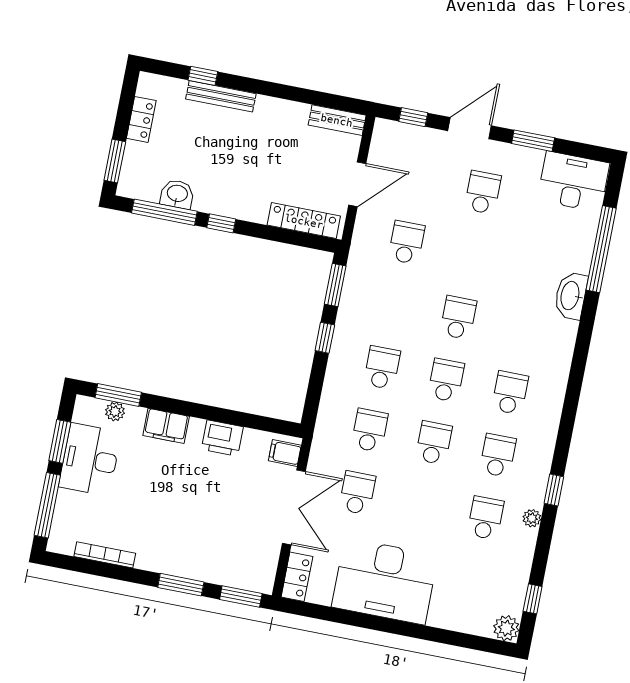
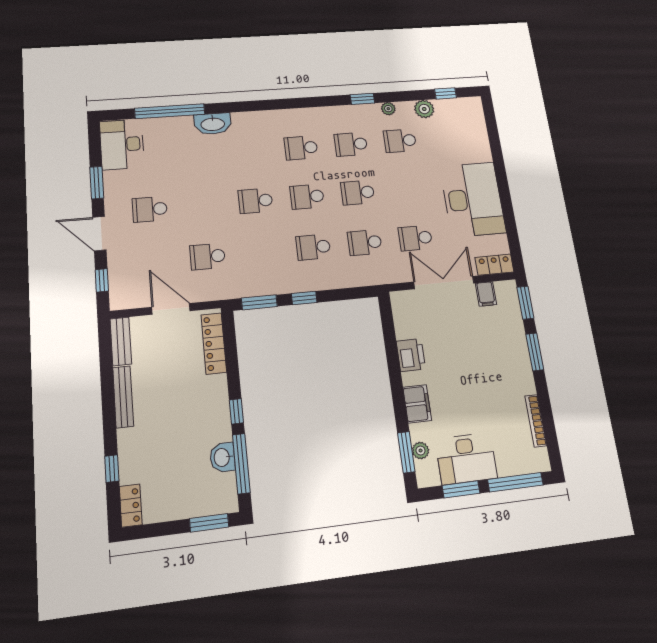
bench: (221, 96) -> (123, 397), moved
locker: (141, 119) -> (131, 506), moved, turned 90
filing cabinet: (285, 453) -> (486, 294), moved
plant: (506, 628) -> (424, 109), moved

